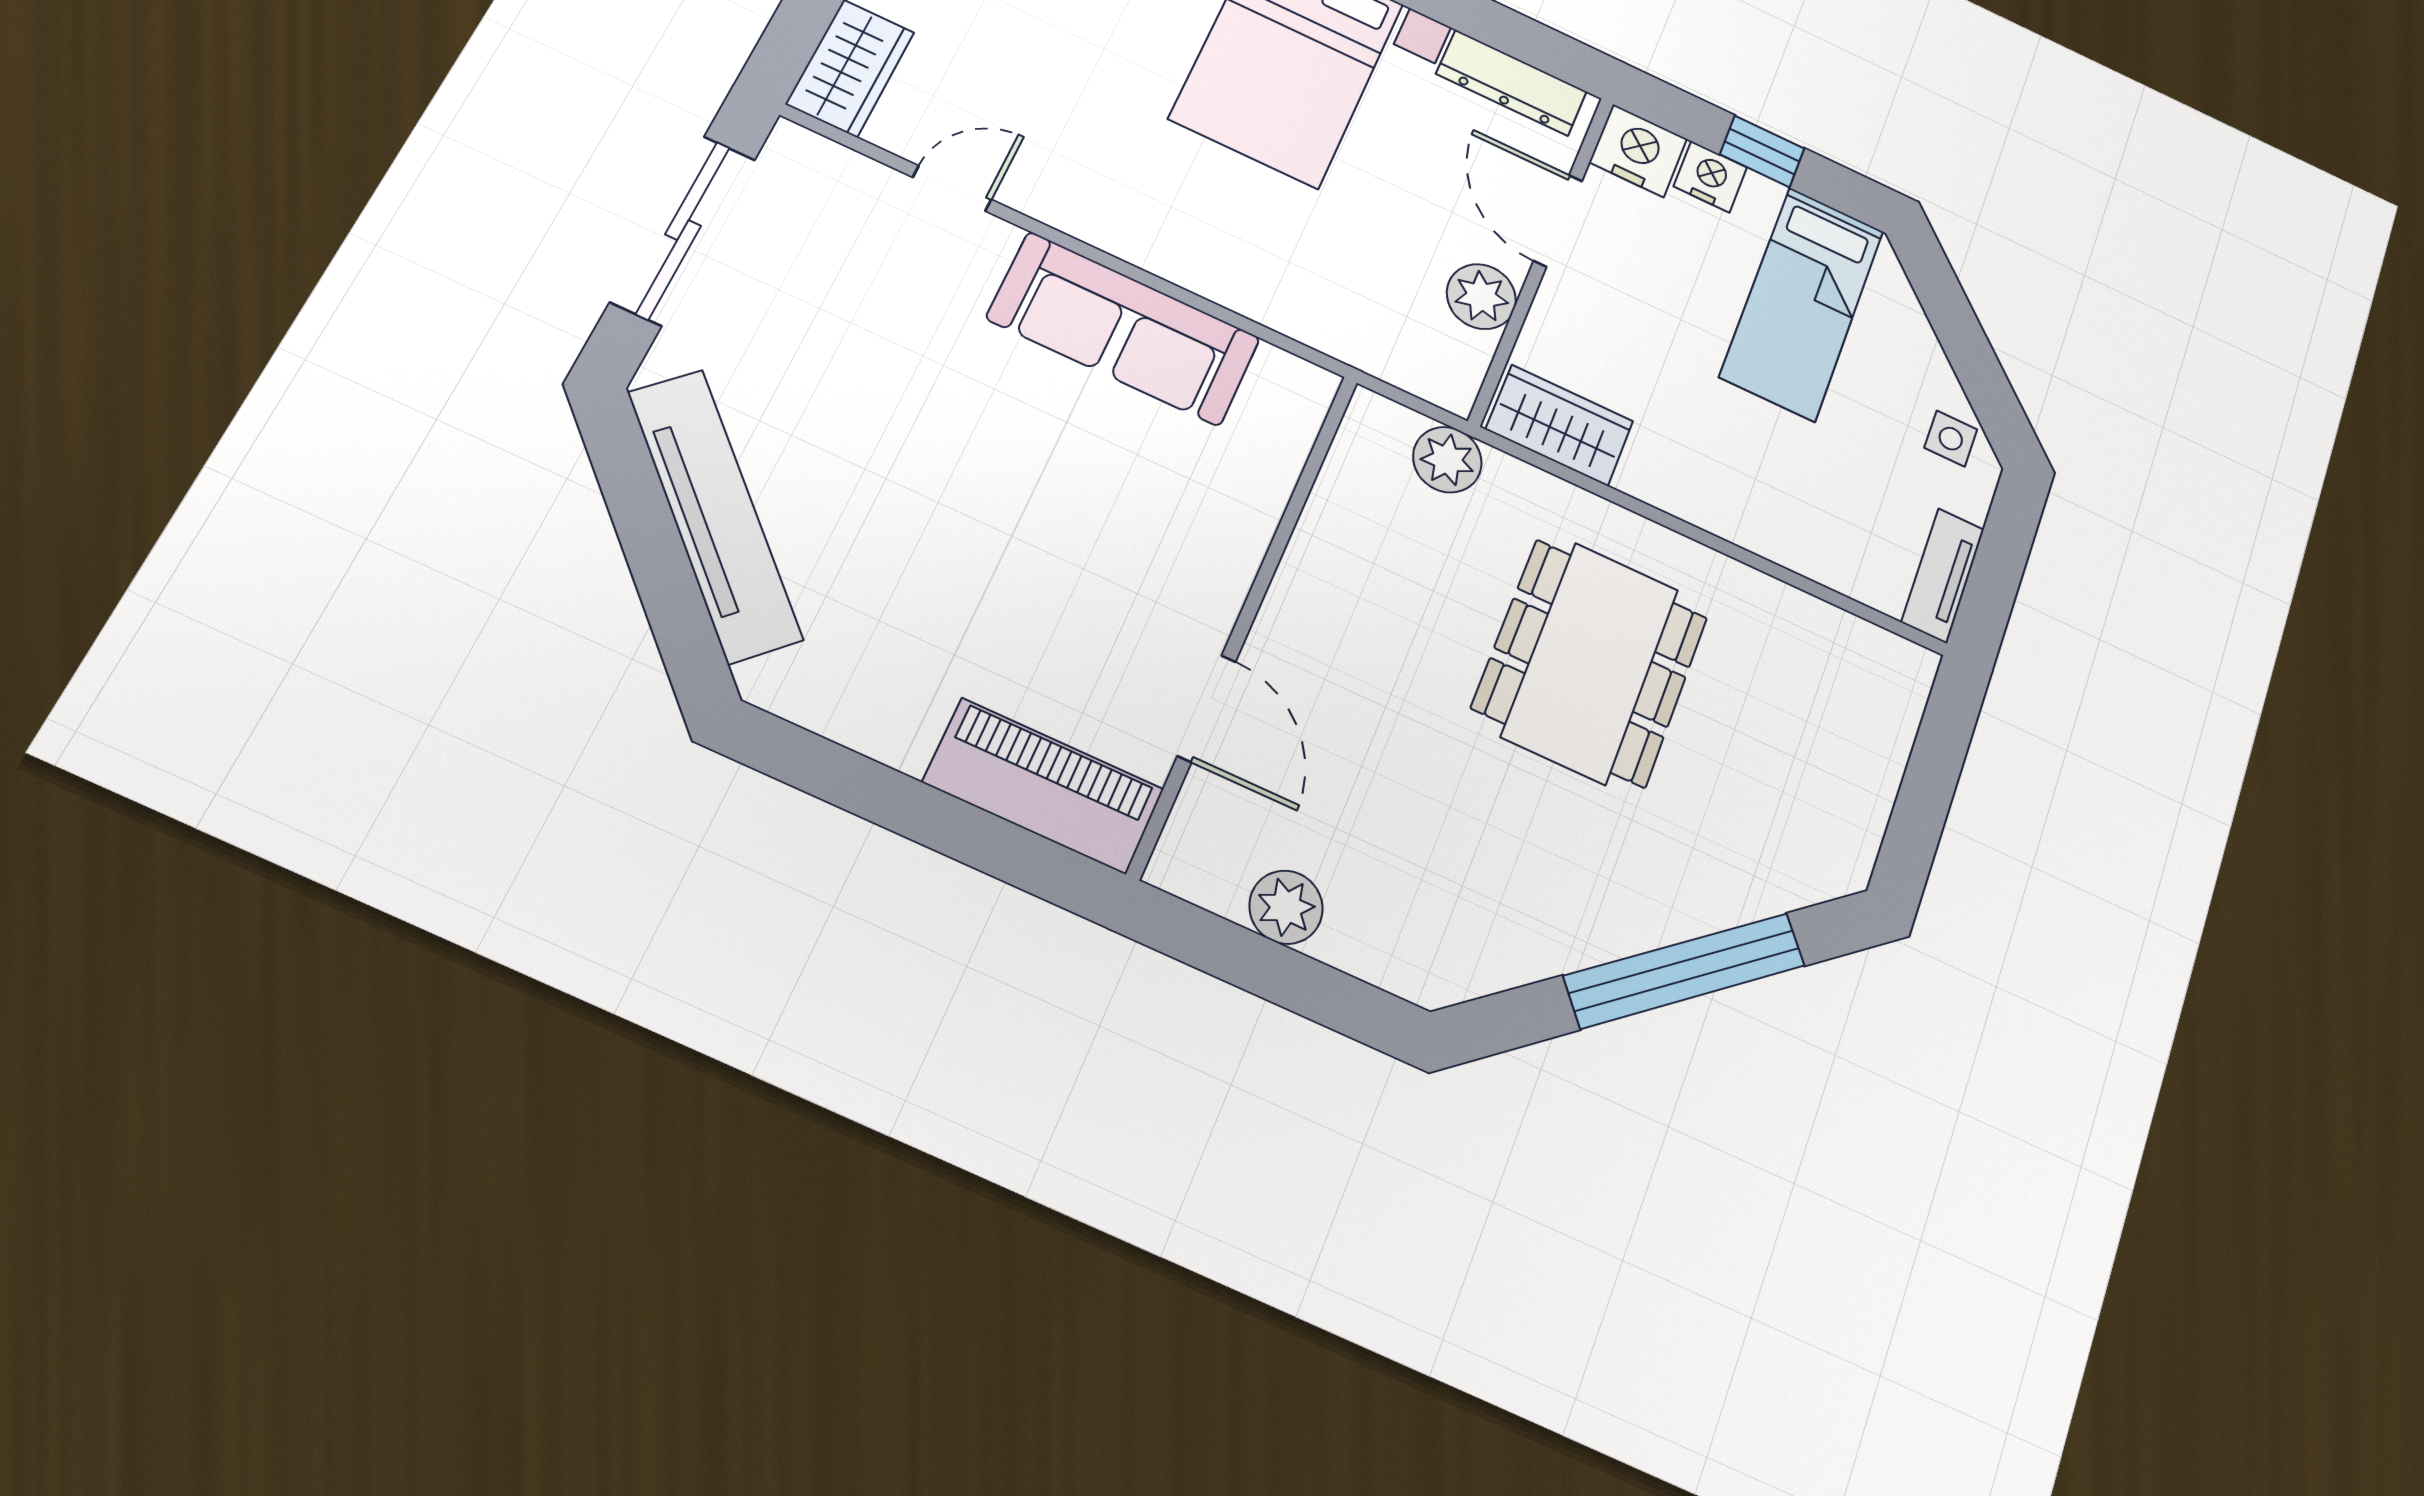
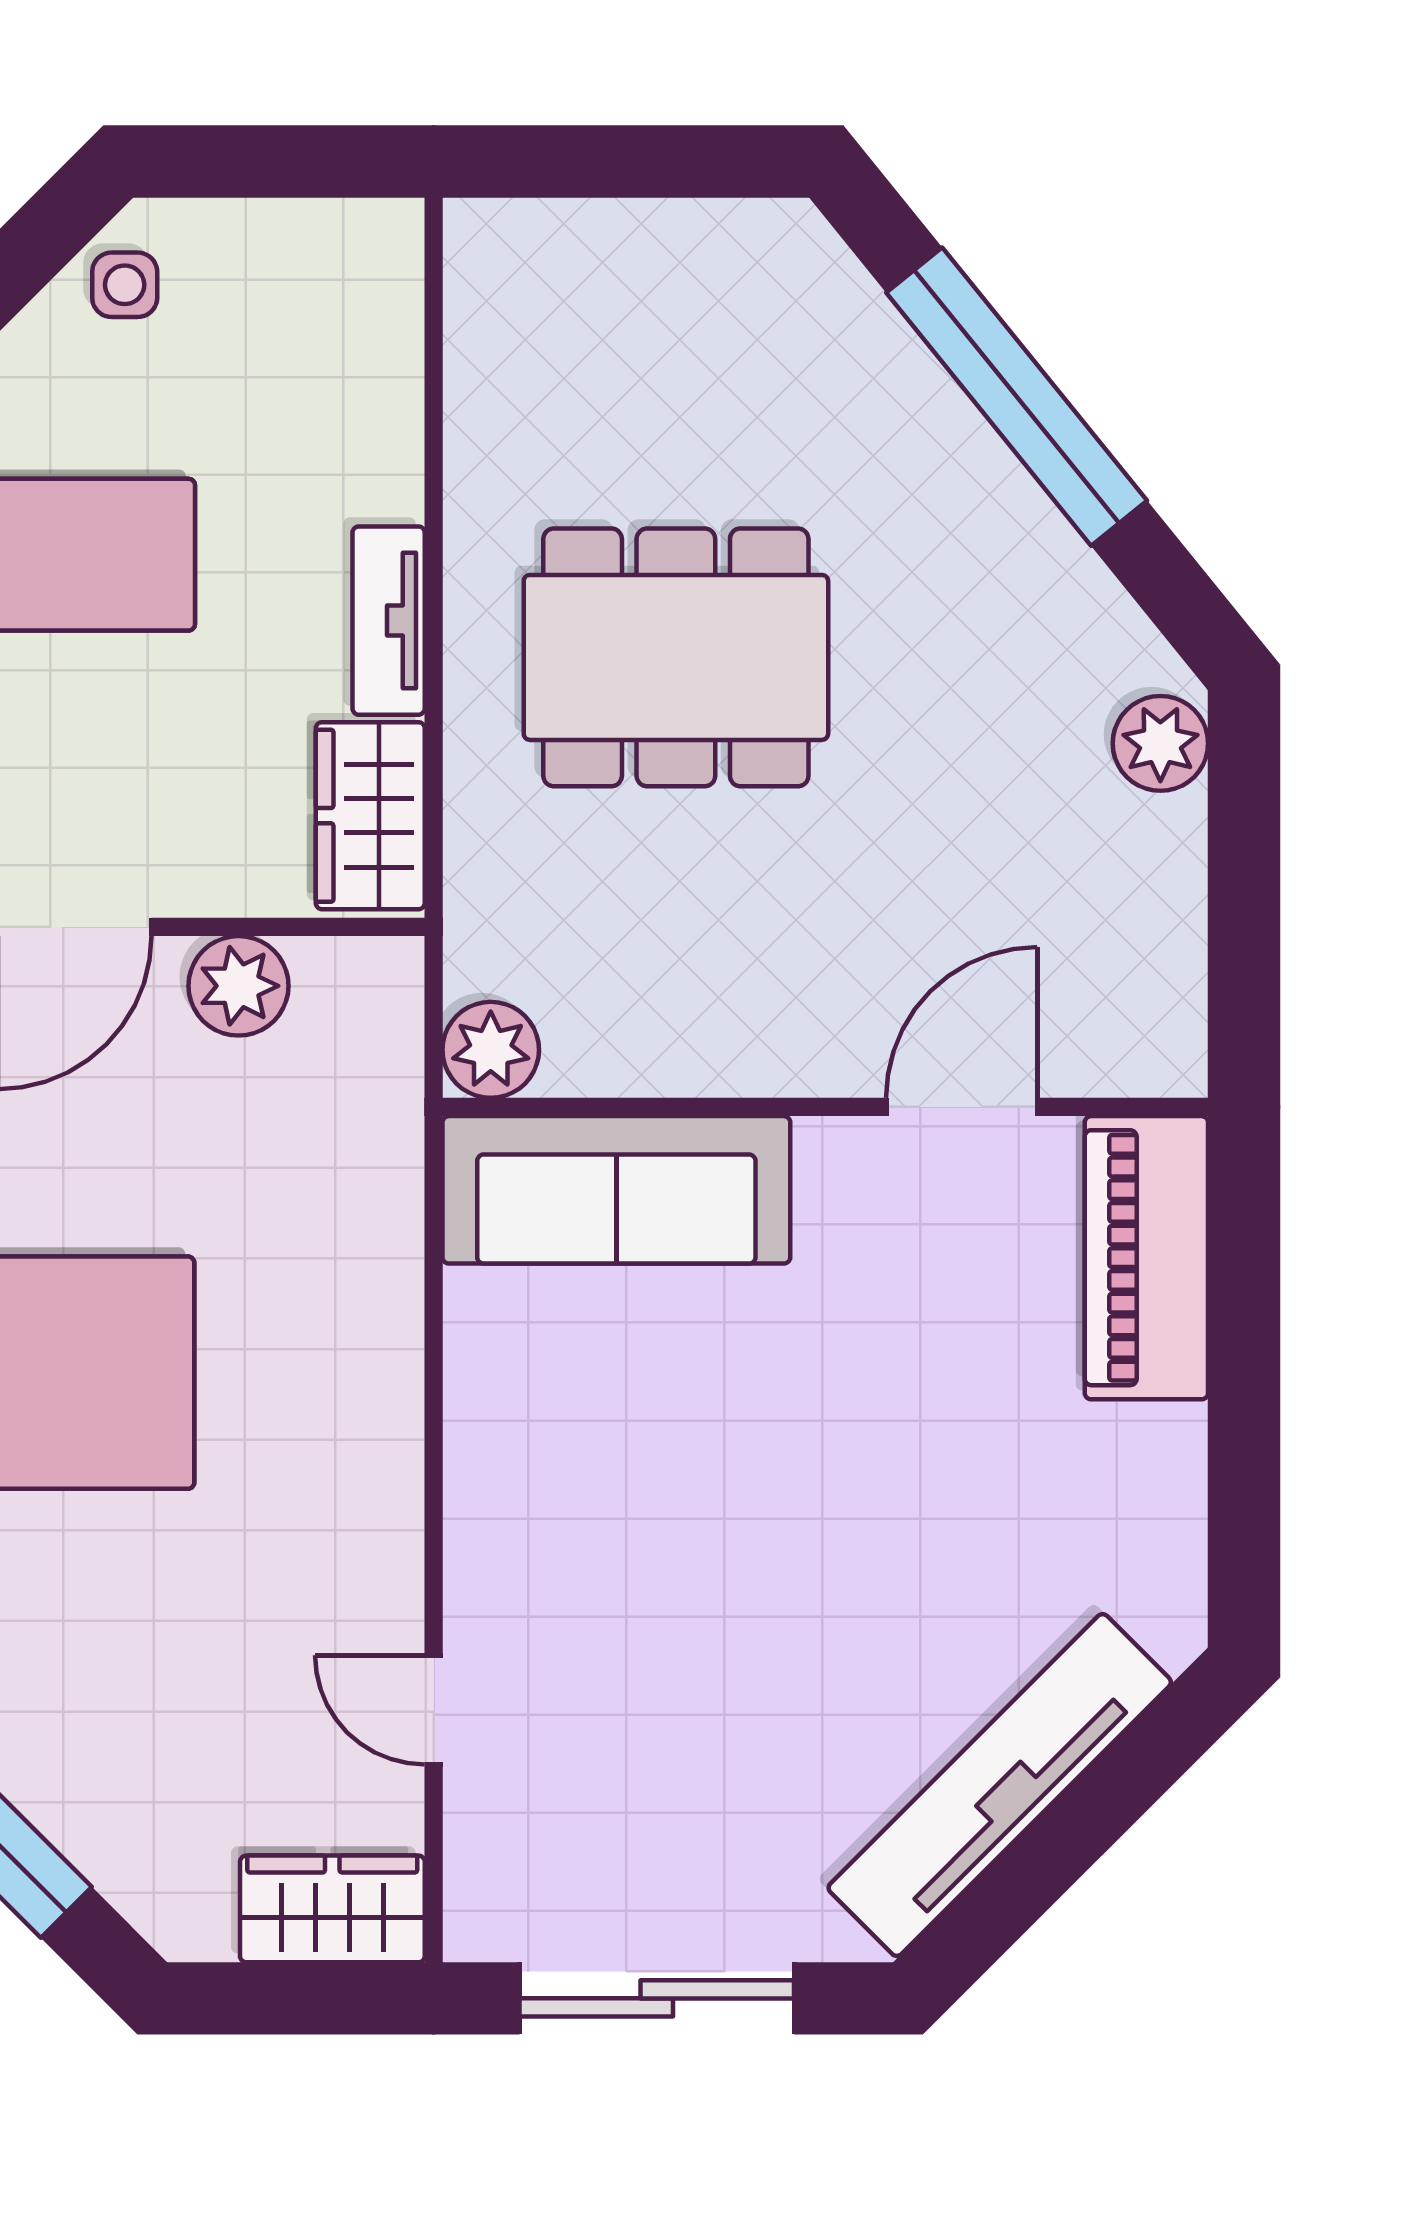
sofa: (1124, 329) -> (616, 1190), moved, turned 90
plant: (1447, 460) -> (491, 1050), moved
tv unit: (1943, 576) -> (389, 621), moved, turned 90
plant: (1286, 907) -> (1160, 743), moved

